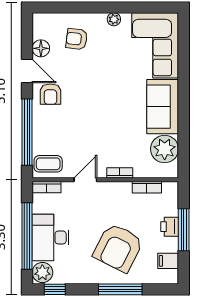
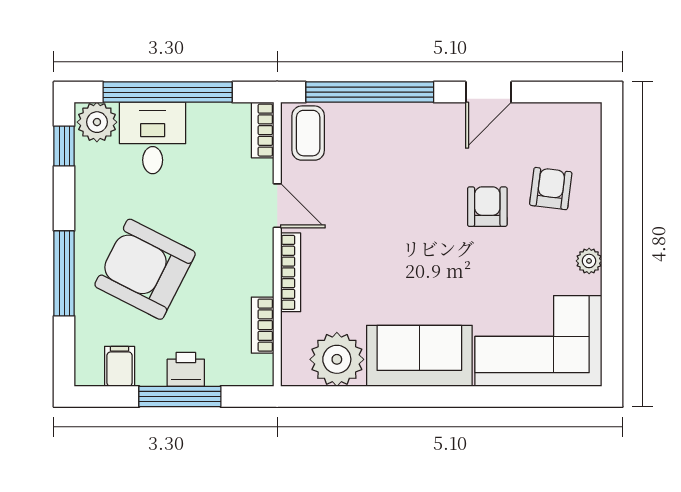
floor lamp: (41, 48) -> (533, 119), removed
armchair: (50, 94) -> (487, 207), moved, turned 90
bookcase: (120, 173) -> (291, 272), width x1.56
desk: (51, 237) -> (153, 138), width x0.73

